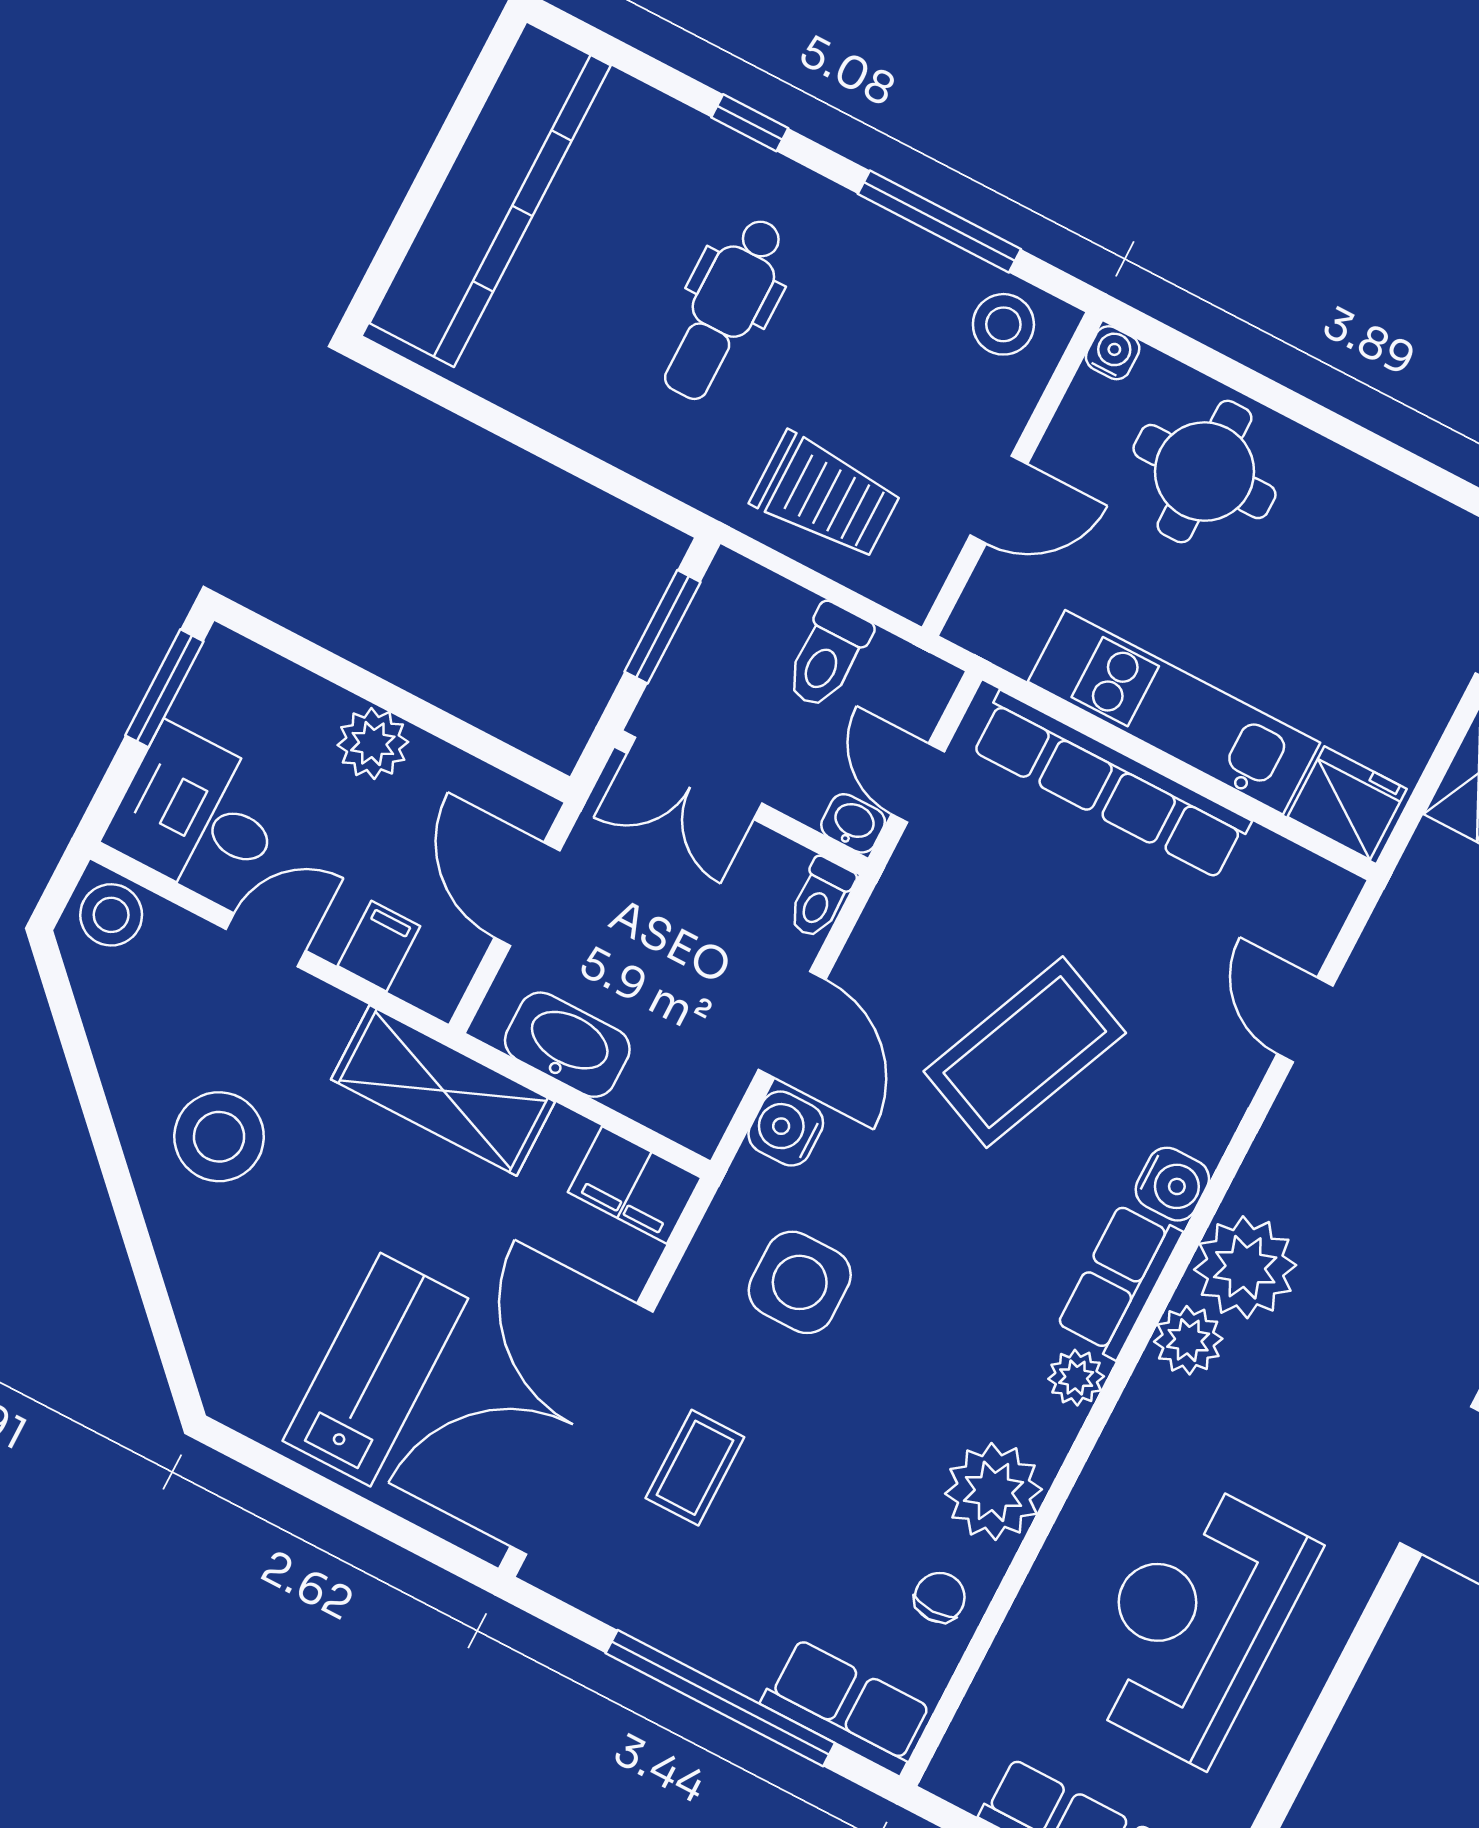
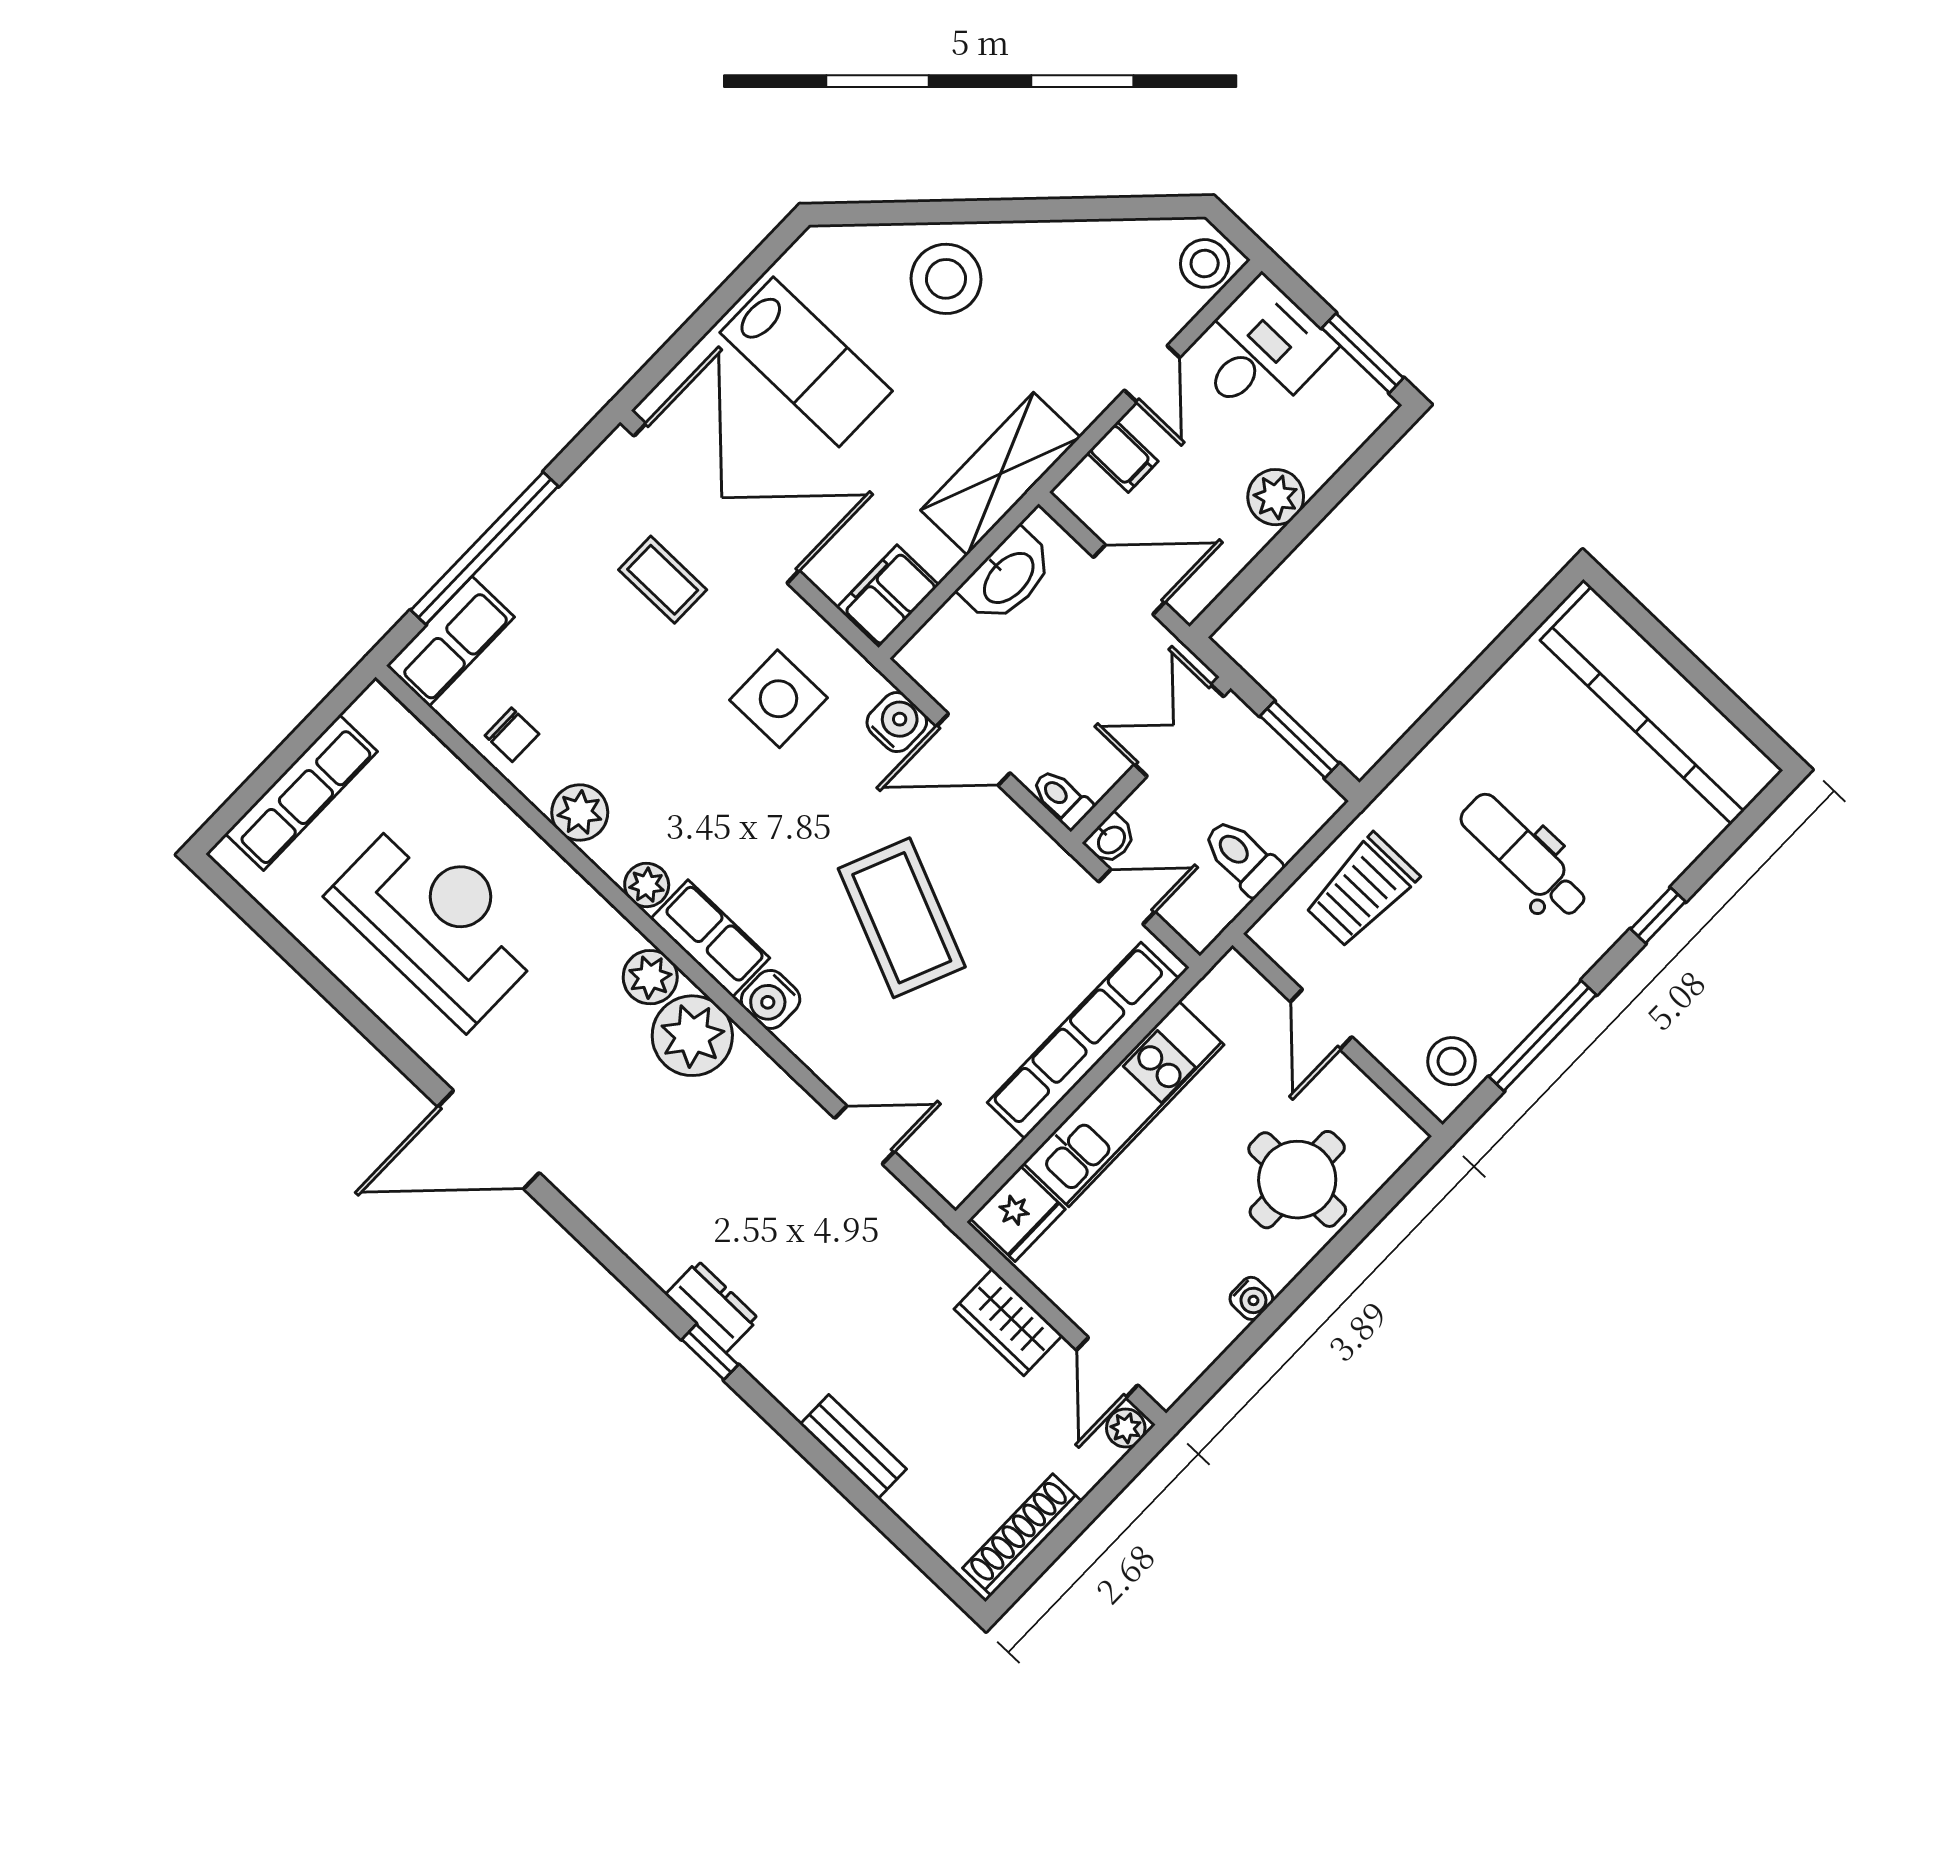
water cooler: (1113, 353) -> (1251, 1298), moved
stool: (219, 1137) -> (946, 279), moved
plant: (994, 1491) -> (580, 812), width x0.73, depth x0.73

